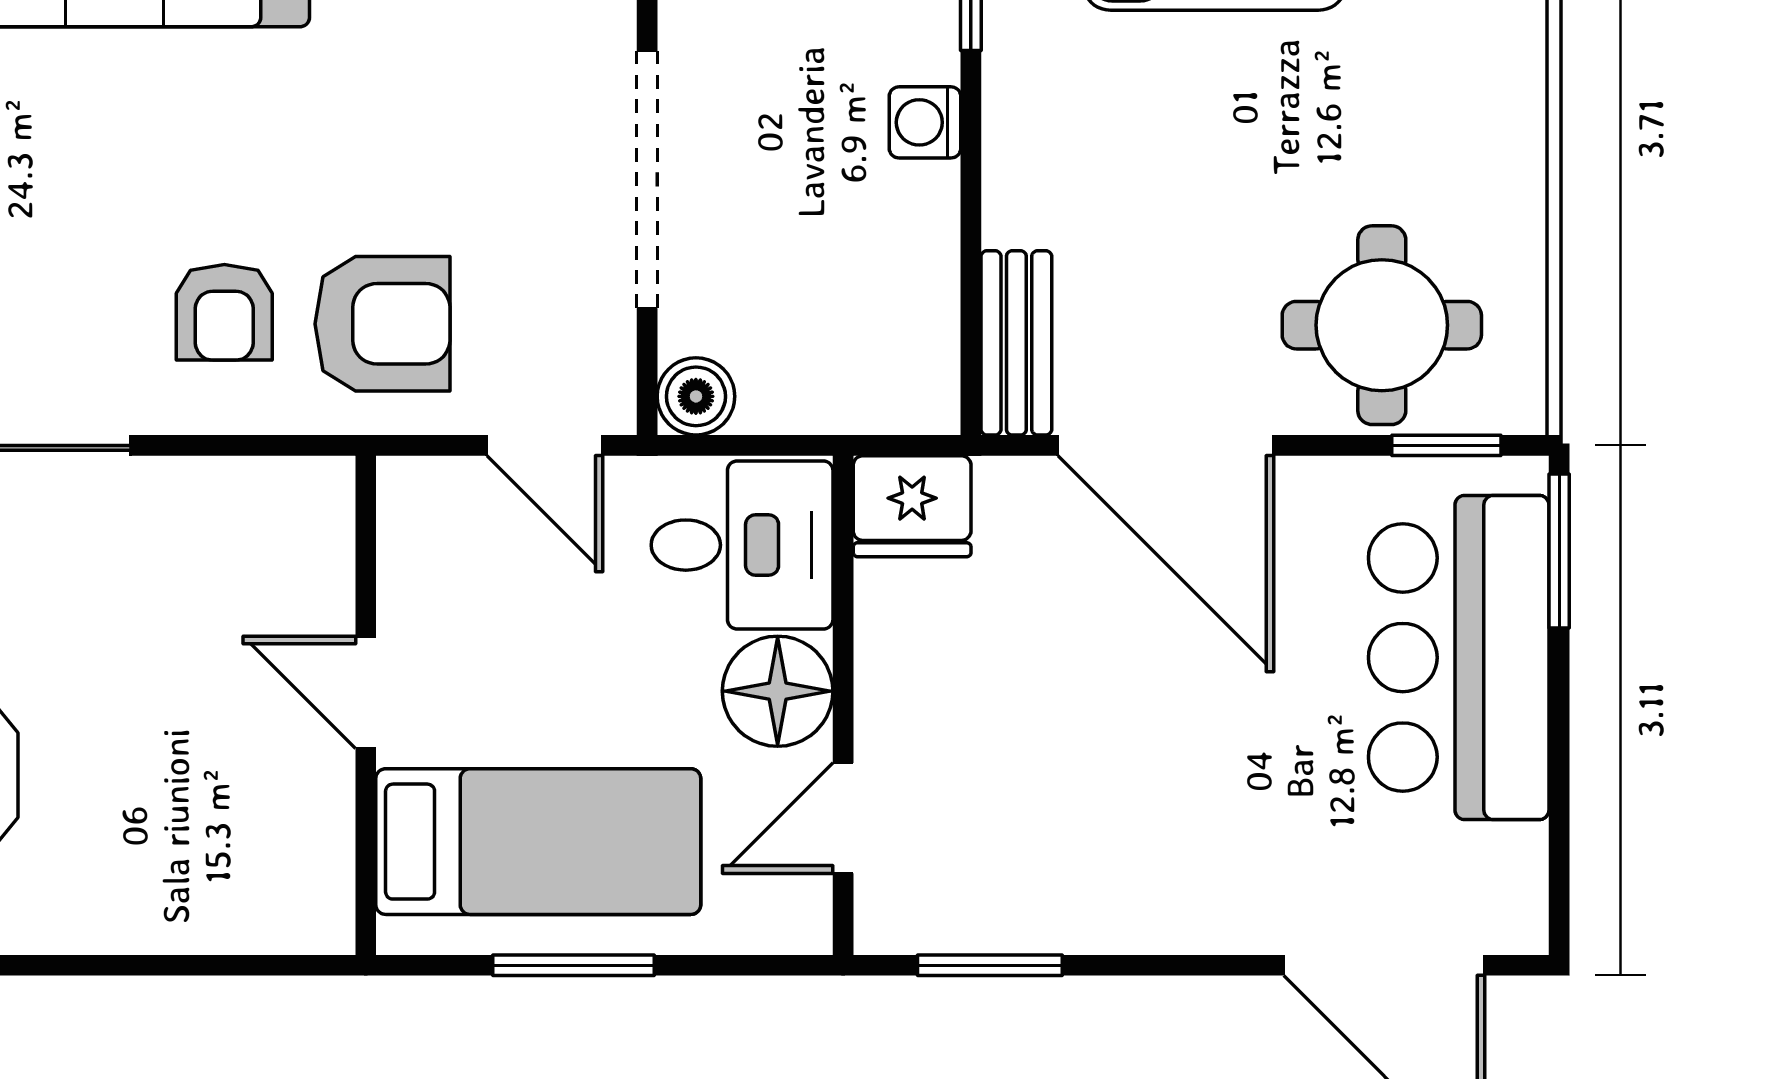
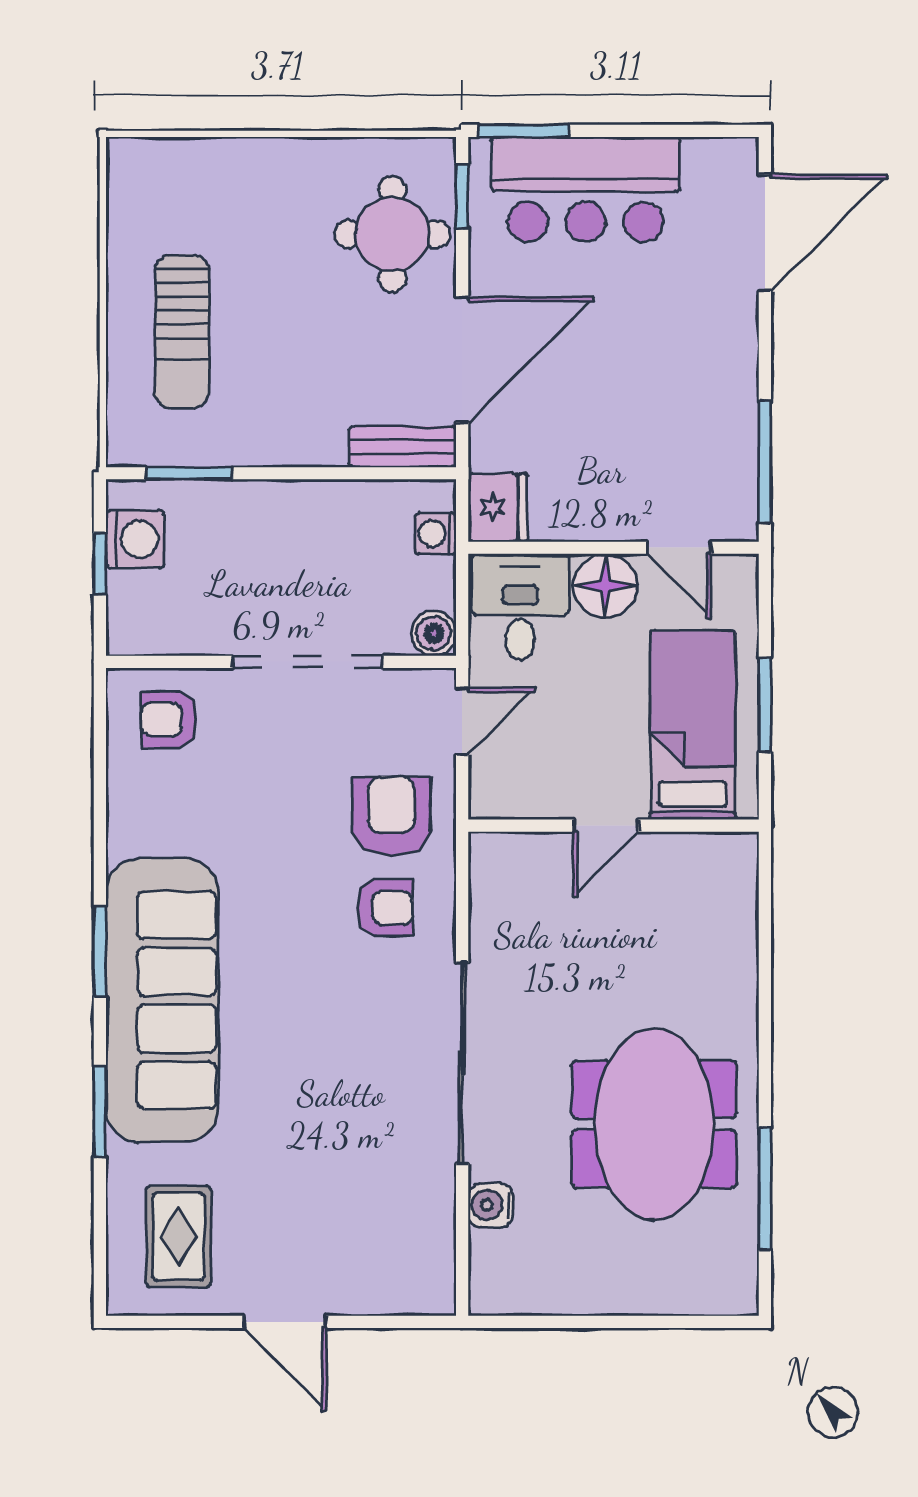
washing machine: (925, 122) -> (435, 534), moved, turned 90
window: (990, 965) -> (765, 462), width x1.44

